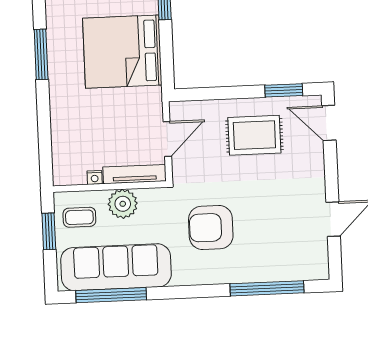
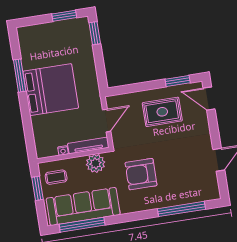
bed: (122, 52) -> (51, 90), moved, turned 180
plant: (123, 204) -> (95, 163), moved

